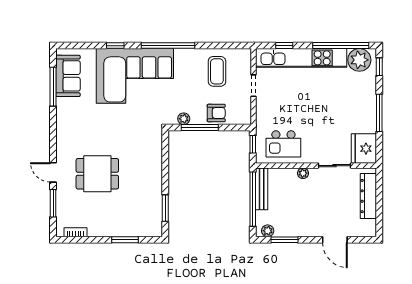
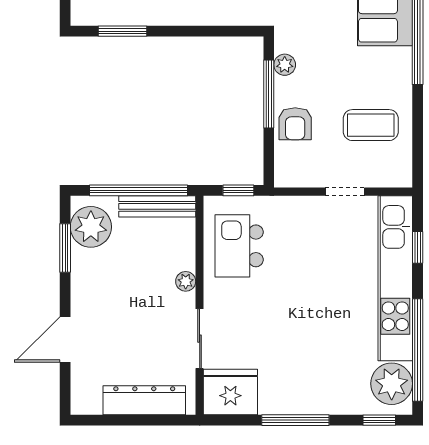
plant: (268, 231) -> (91, 227), width x1.88, depth x1.88

